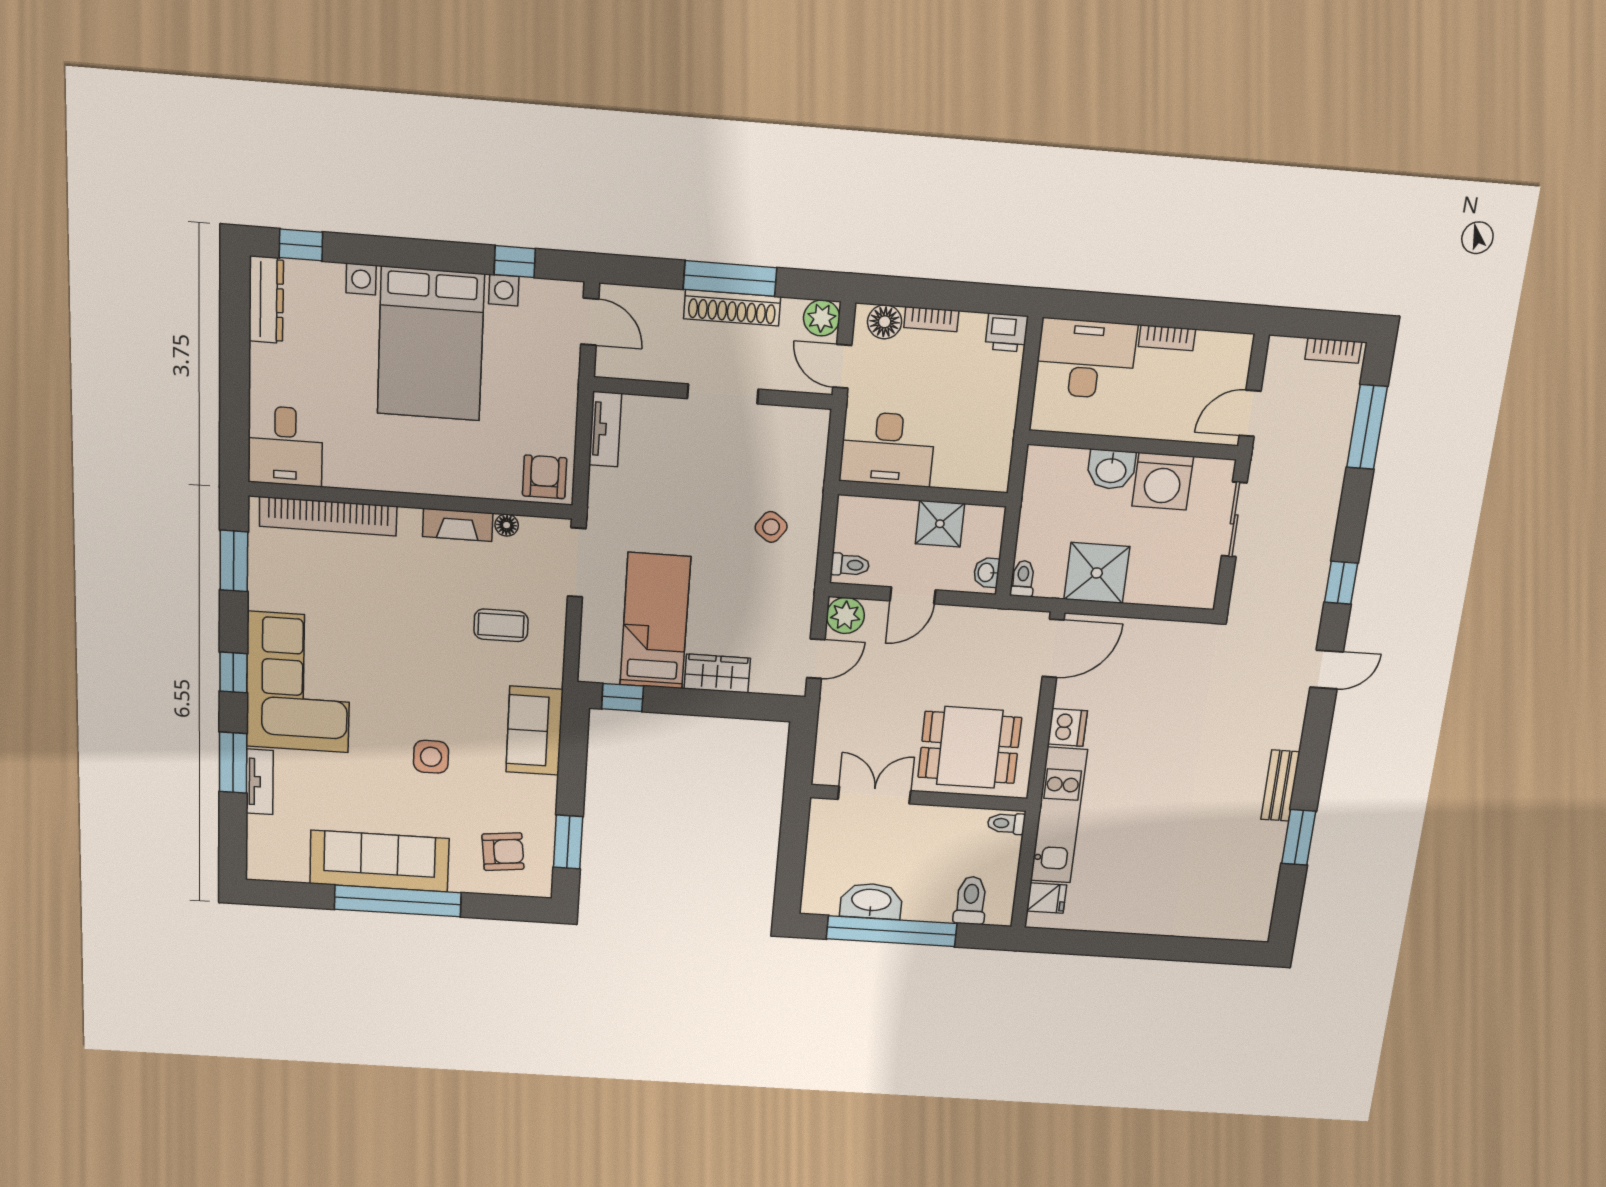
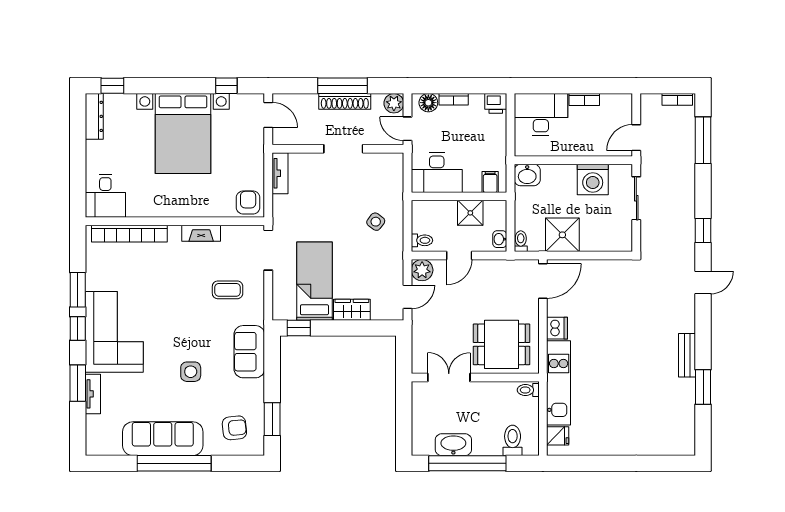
washbasin: (1111, 470) -> (527, 175), moved
filing cabinet: (981, 472) -> (490, 182), added
floor lamp: (507, 525) -> (228, 231), removed
window: (234, 561) -> (78, 290), moved

